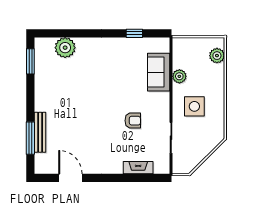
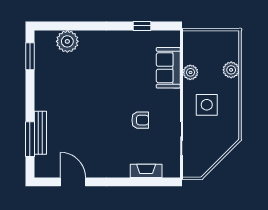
plant: (217, 56) -> (231, 70), moved

